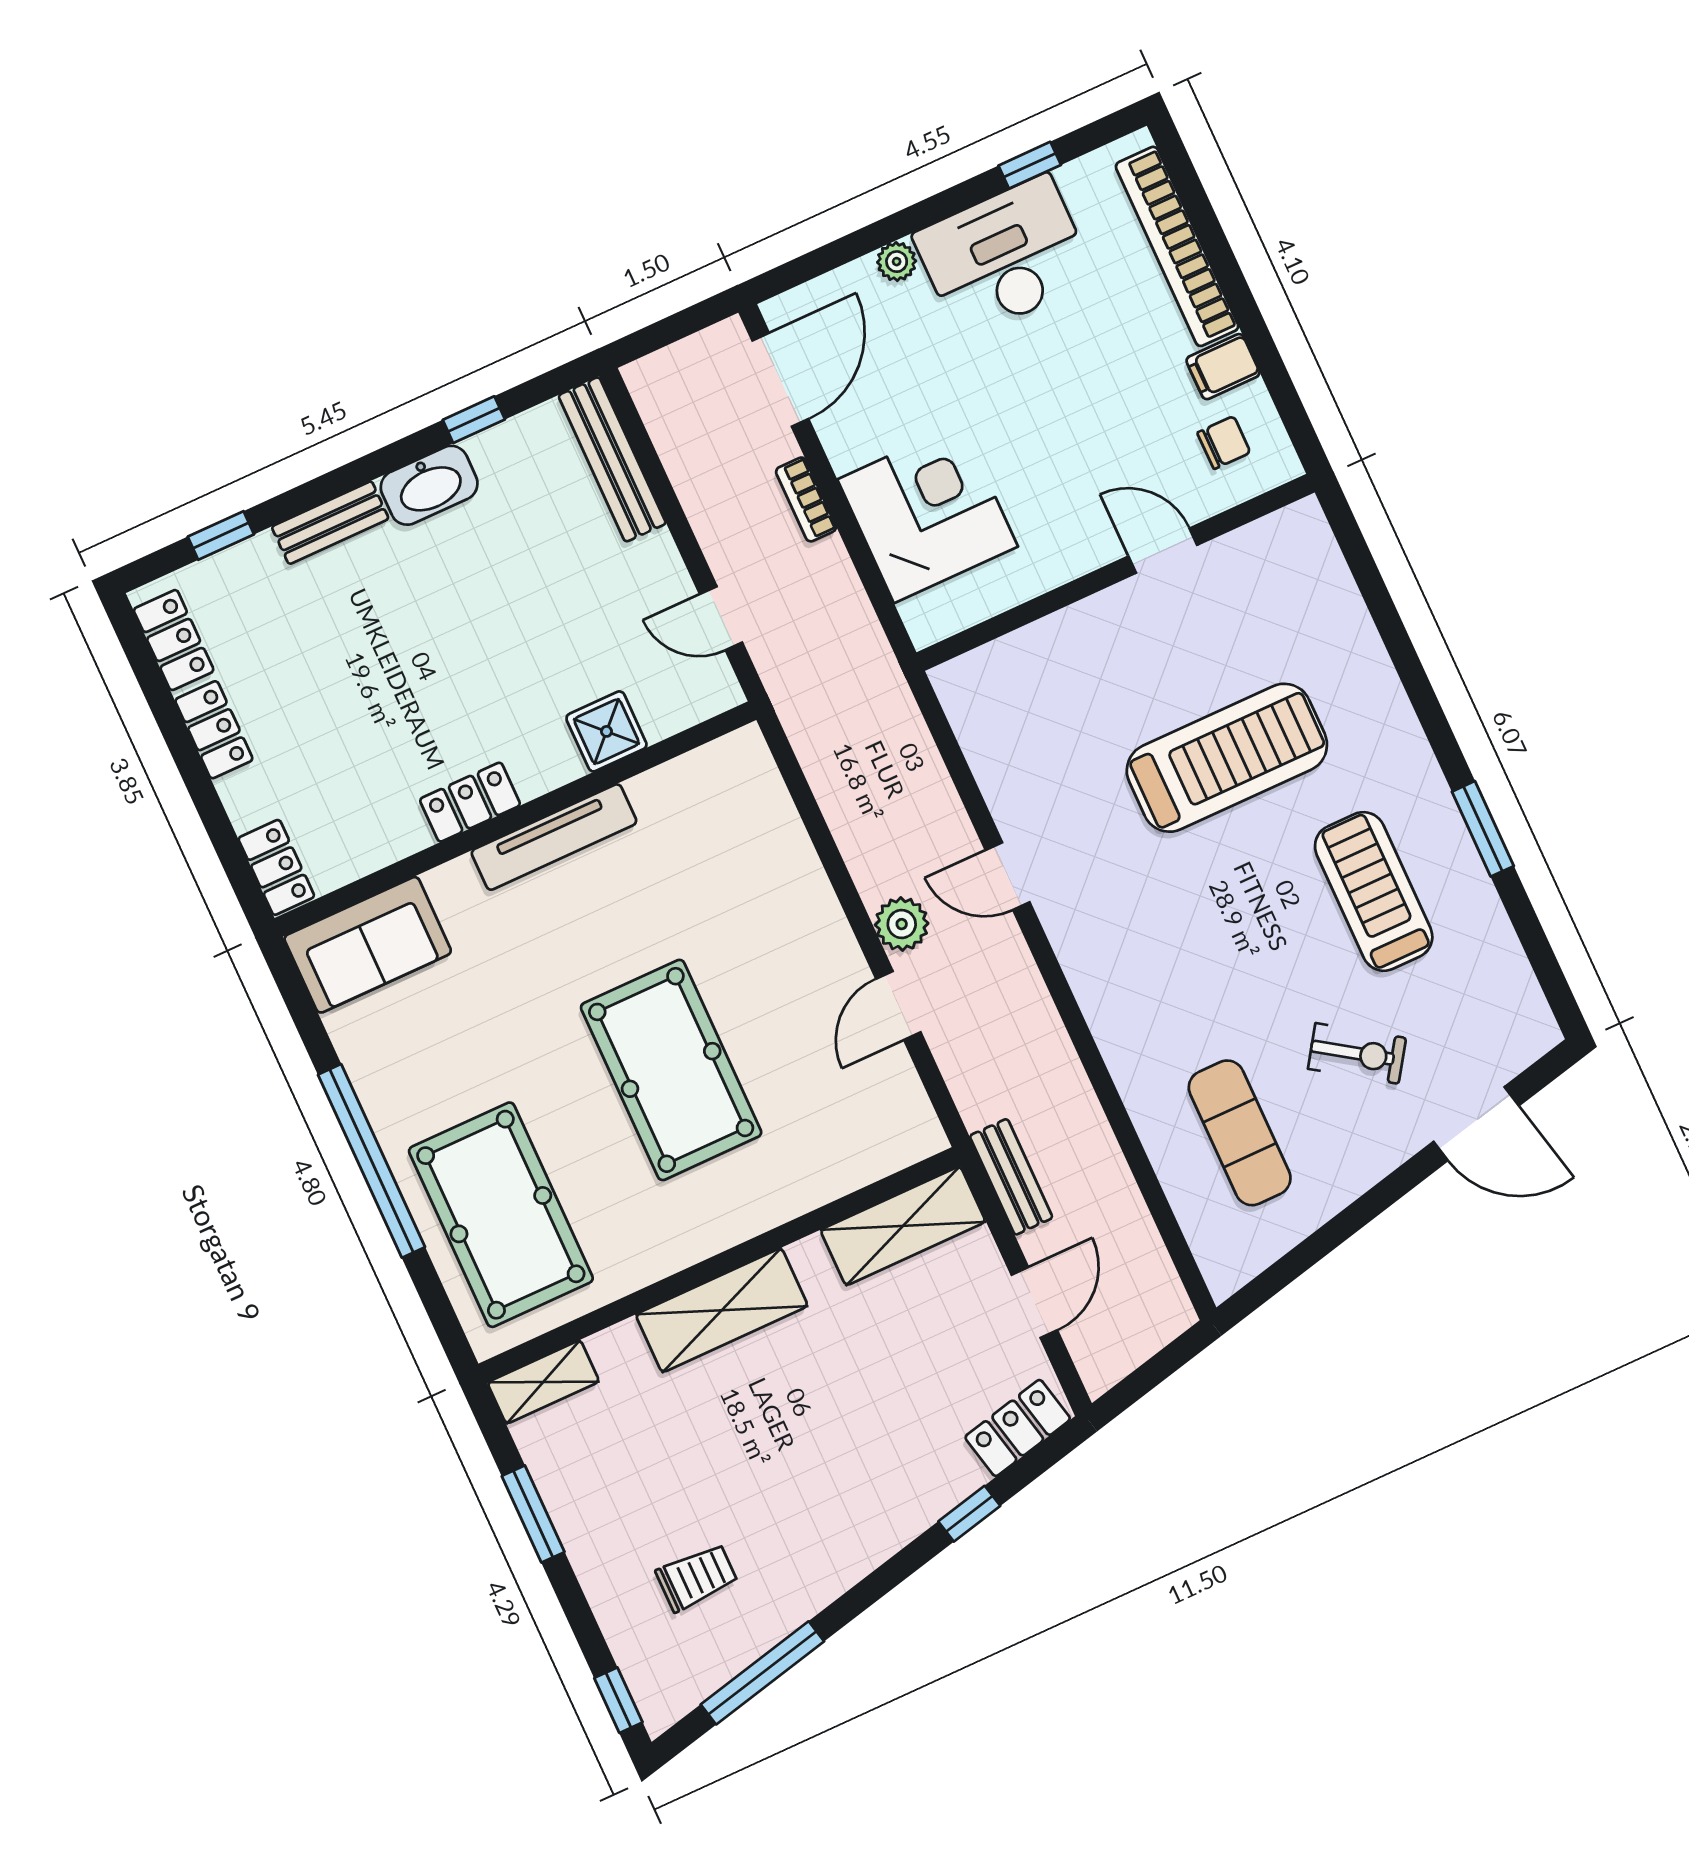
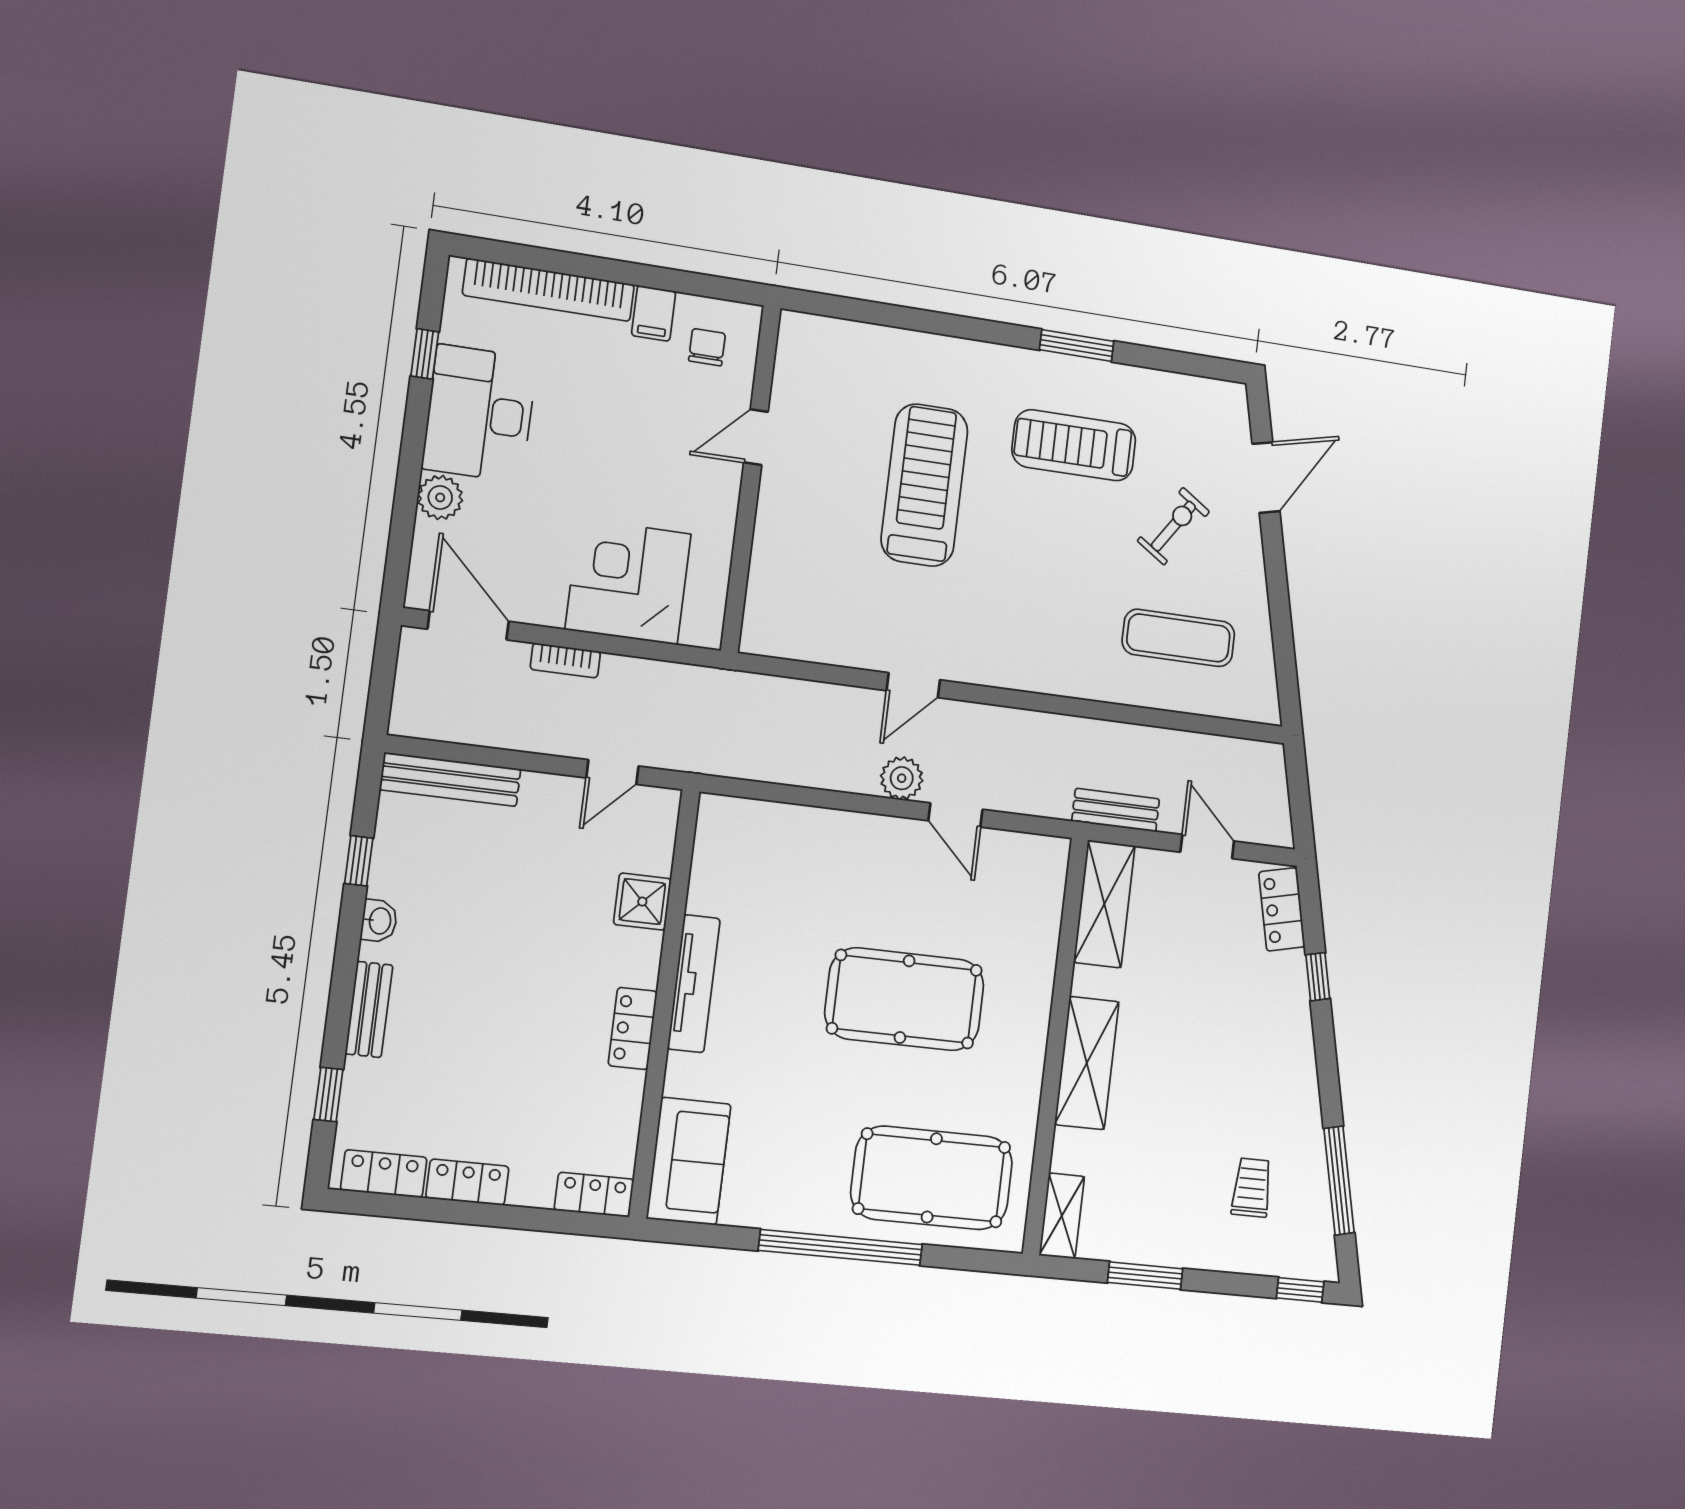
plant: (897, 262) -> (440, 497), width x1.38, depth x1.38
washbasin: (429, 485) -> (379, 921), width x0.52, depth x0.69

